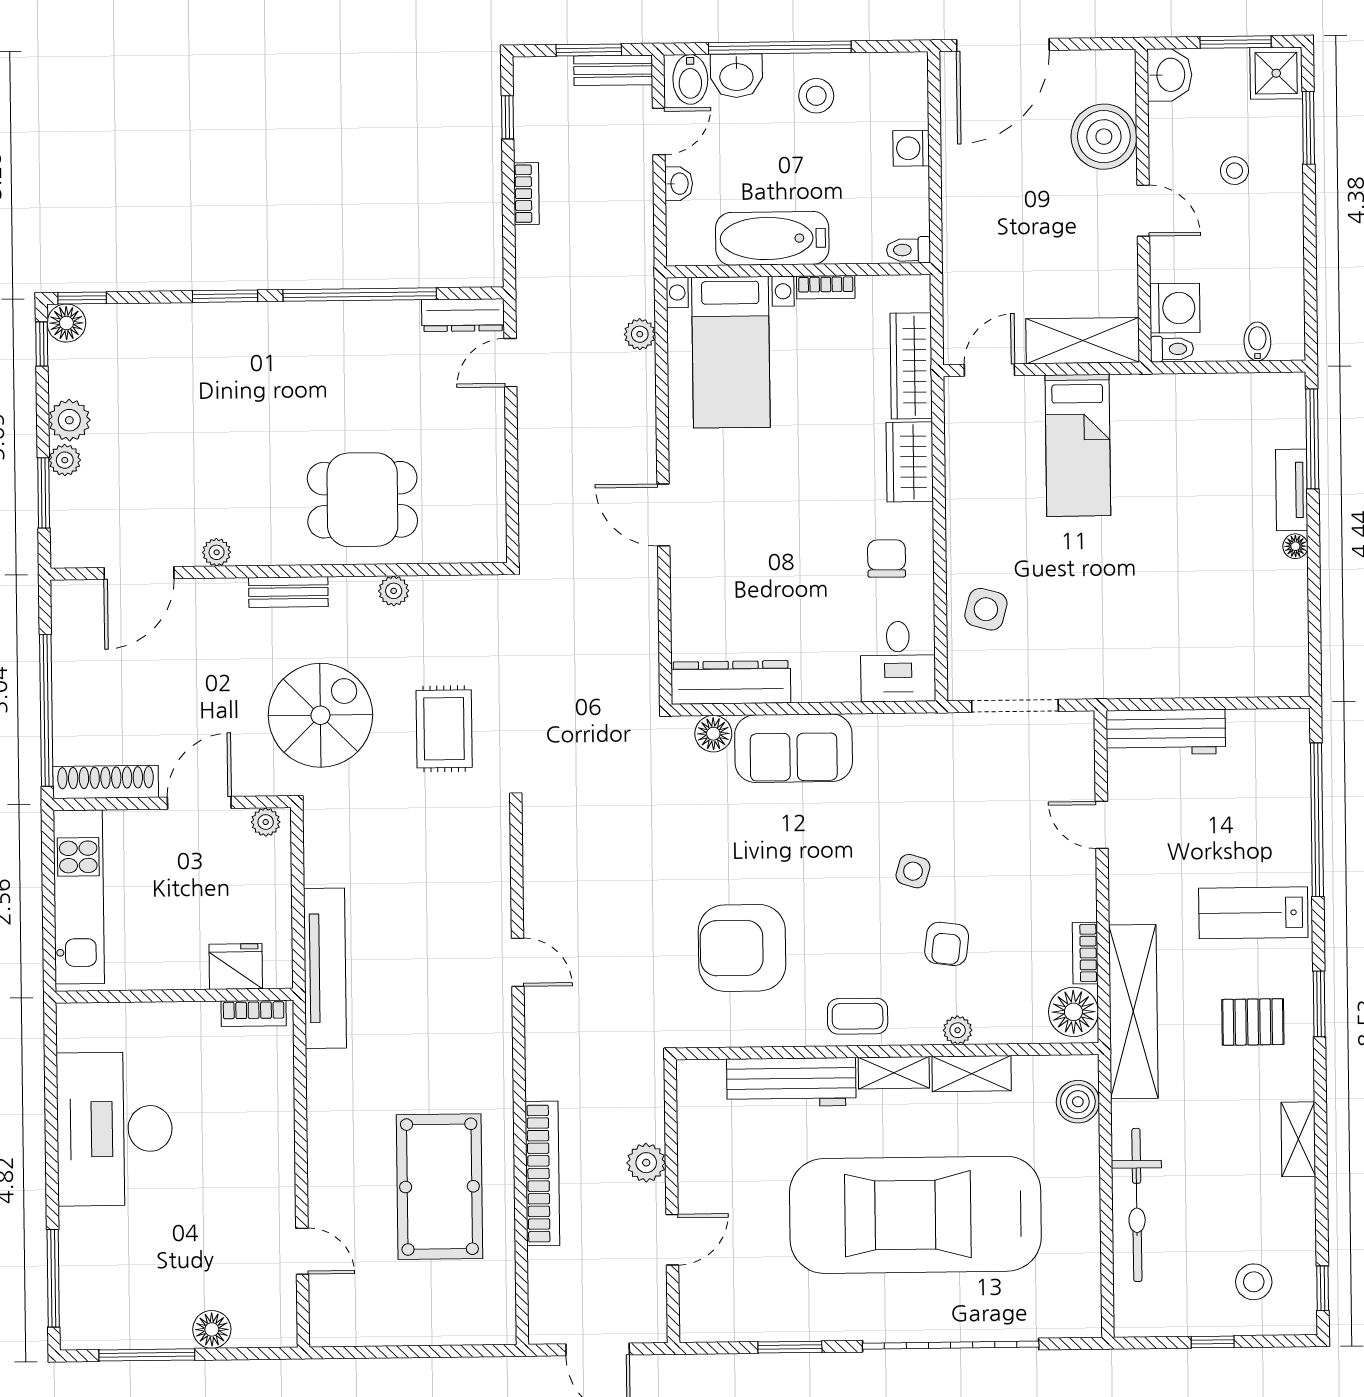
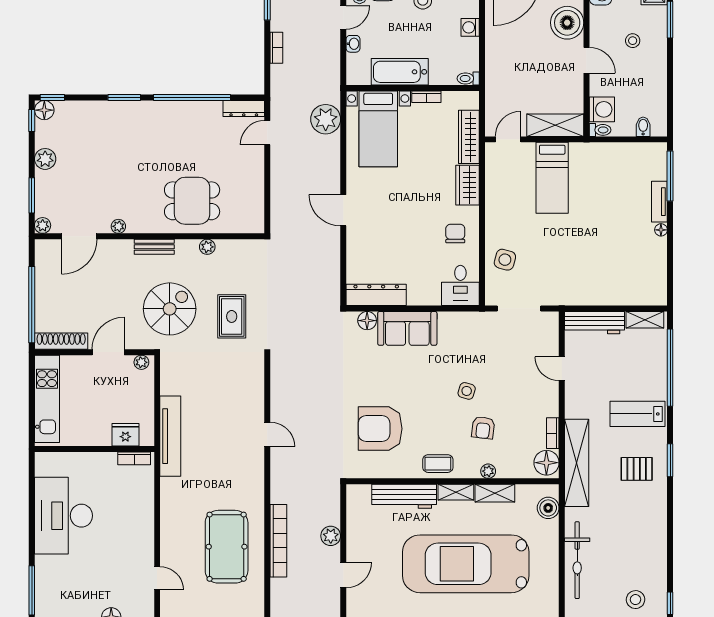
plant: (640, 334) -> (326, 119), width x1.87, depth x1.87
plant: (65, 460) -> (43, 225), moved
shelving: (1298, 1139) -> (645, 320), moved, turned 90

